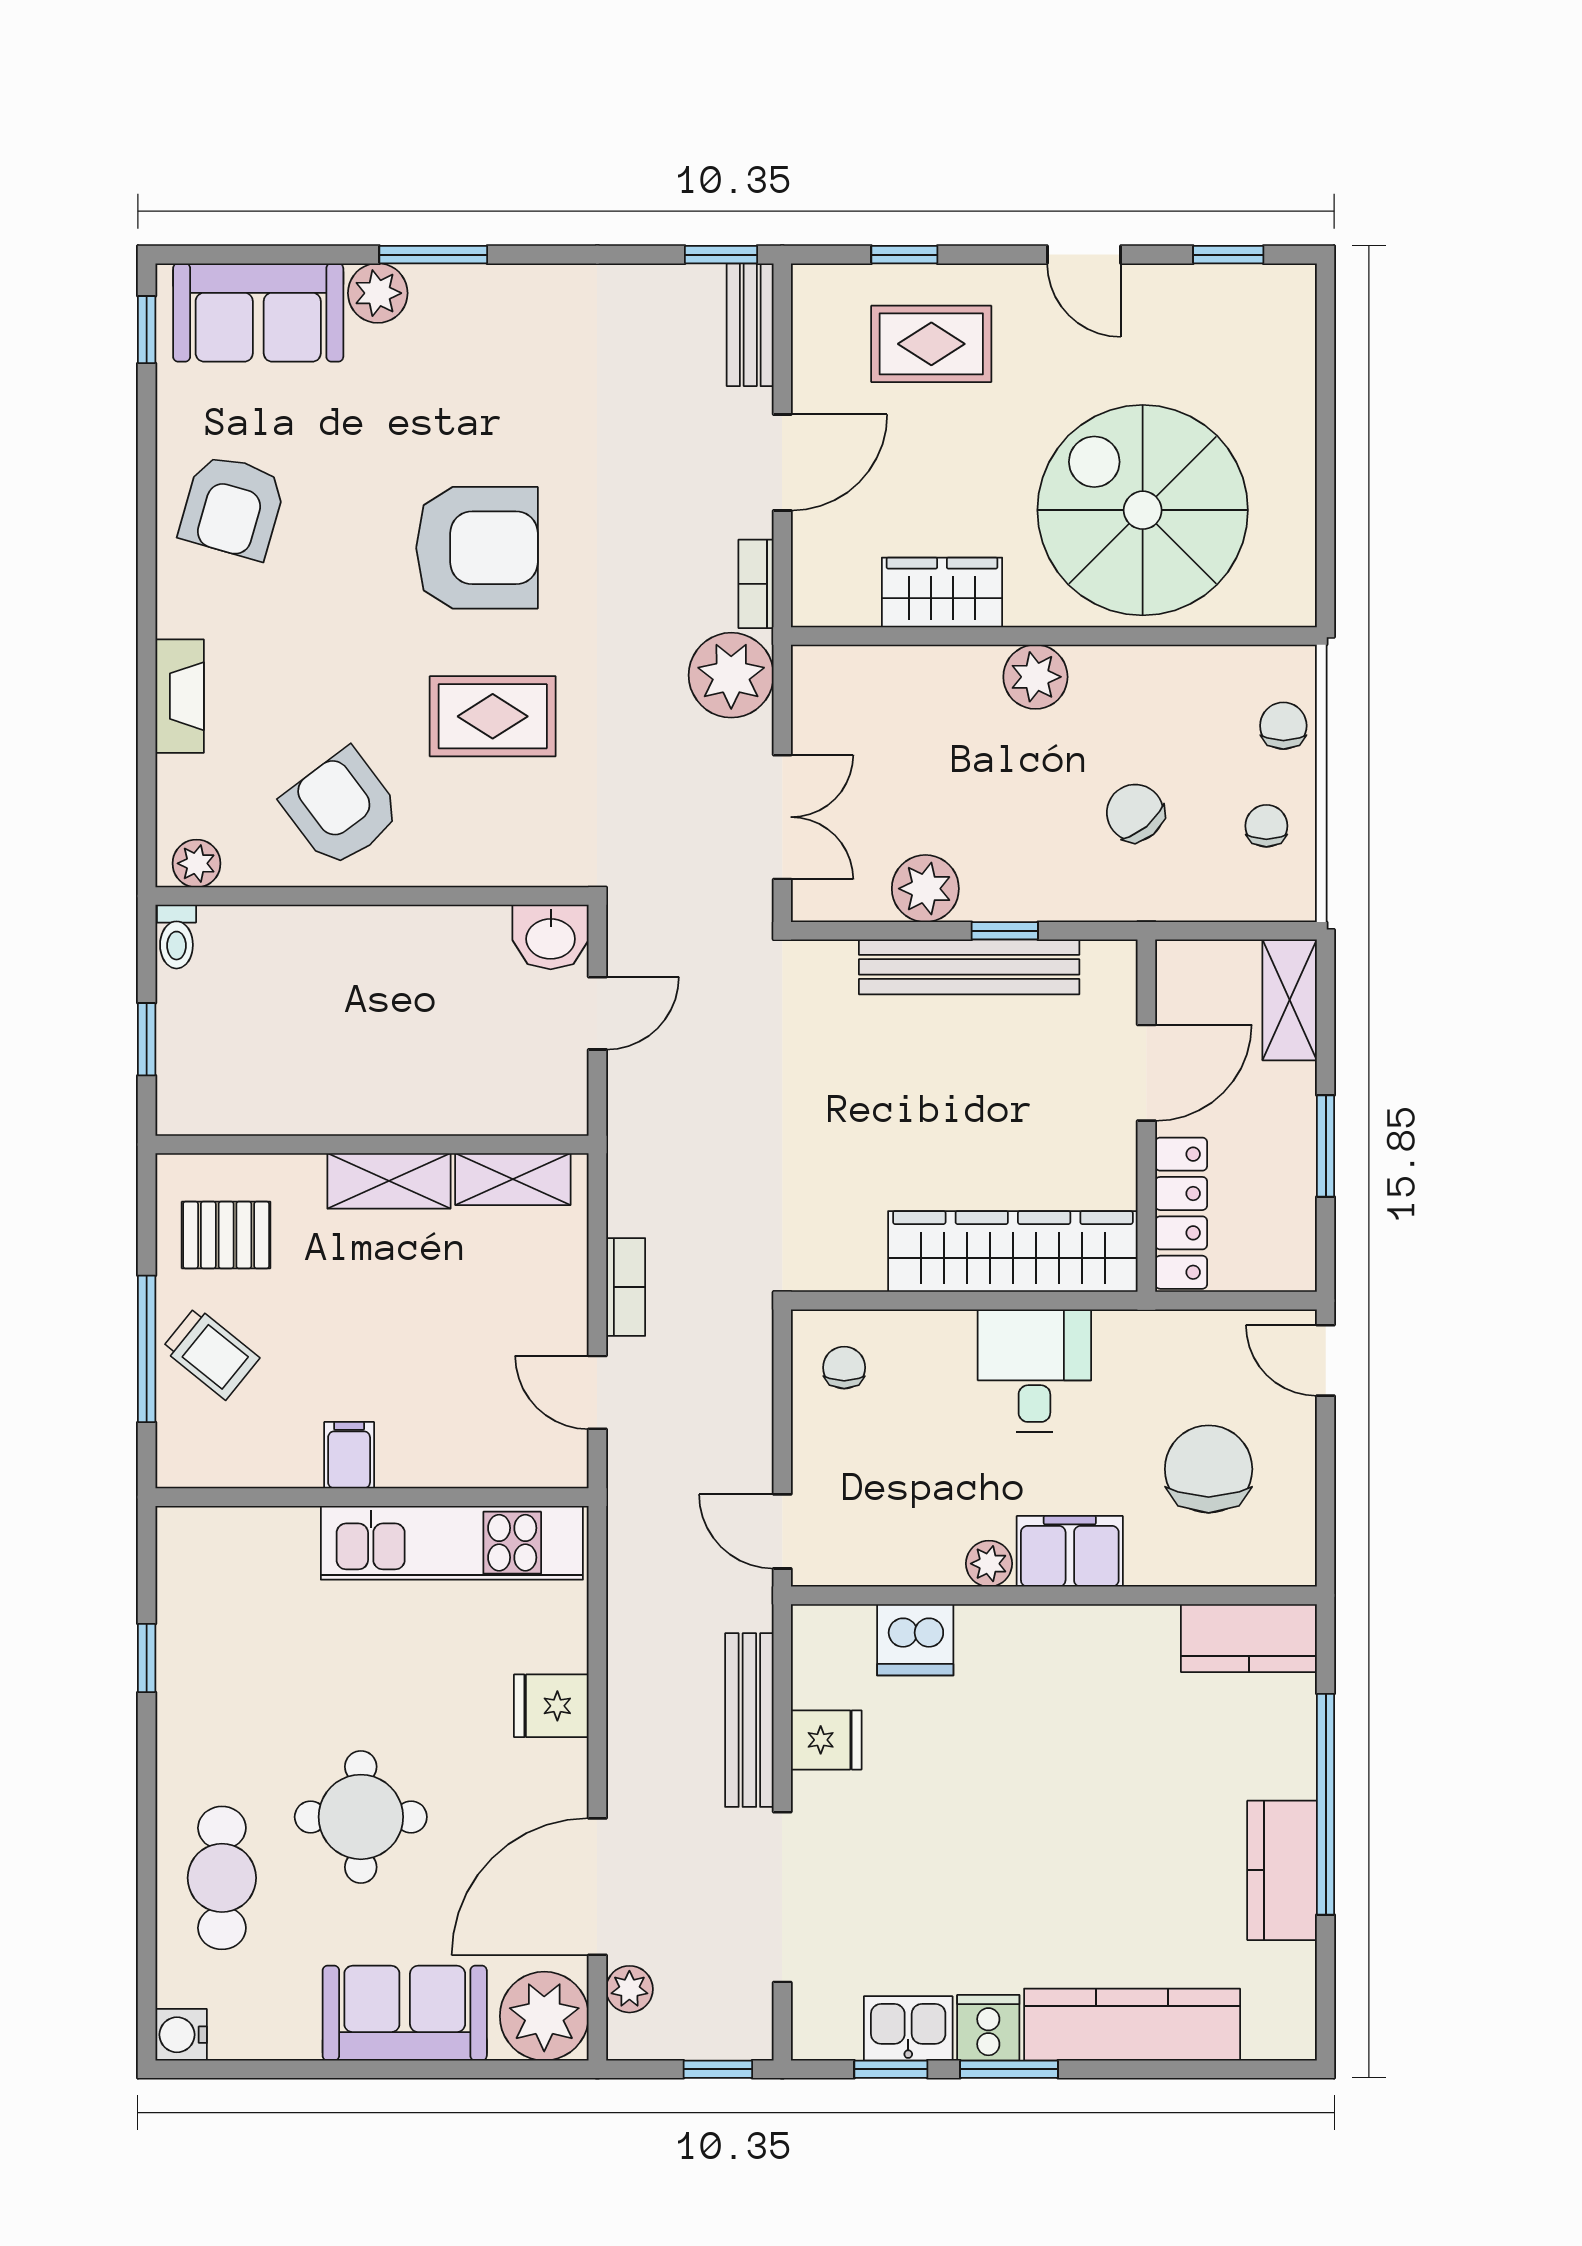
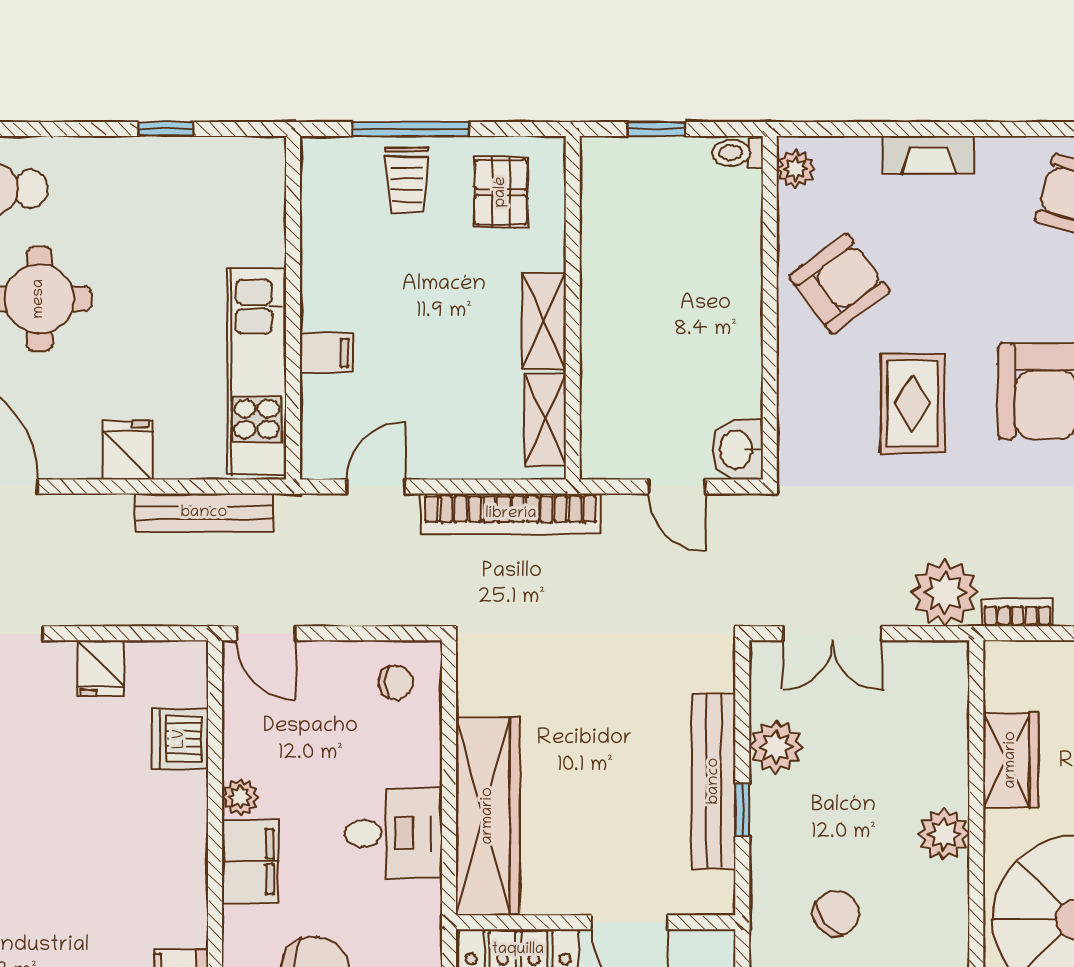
bookcase: (626, 1287) -> (511, 514), width x2.31, depth x1.31
trolley: (211, 1353) -> (407, 180), turned -39
filing cabinet: (349, 1455) -> (326, 353), moved
door: (782, 1531) -> (266, 633), swing flipped
bench: (749, 1720) -> (204, 513), moved

